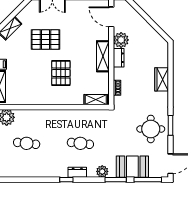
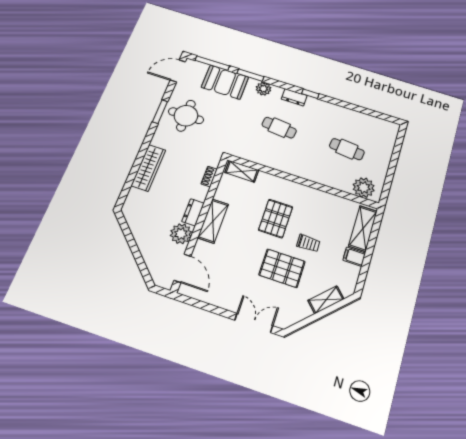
trolley: (33, 63) -> (308, 243), added
wardrobe: (162, 79) -> (148, 168), width x1.50

